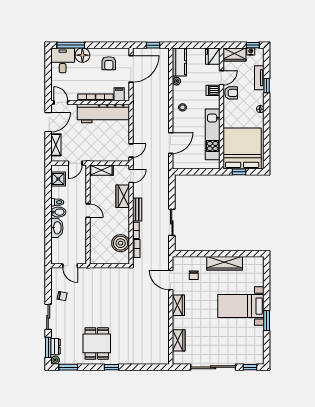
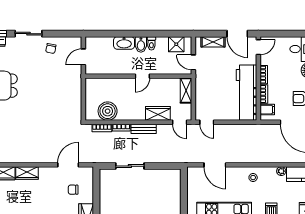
wardrobe: (178, 305) -> (27, 173), moved

